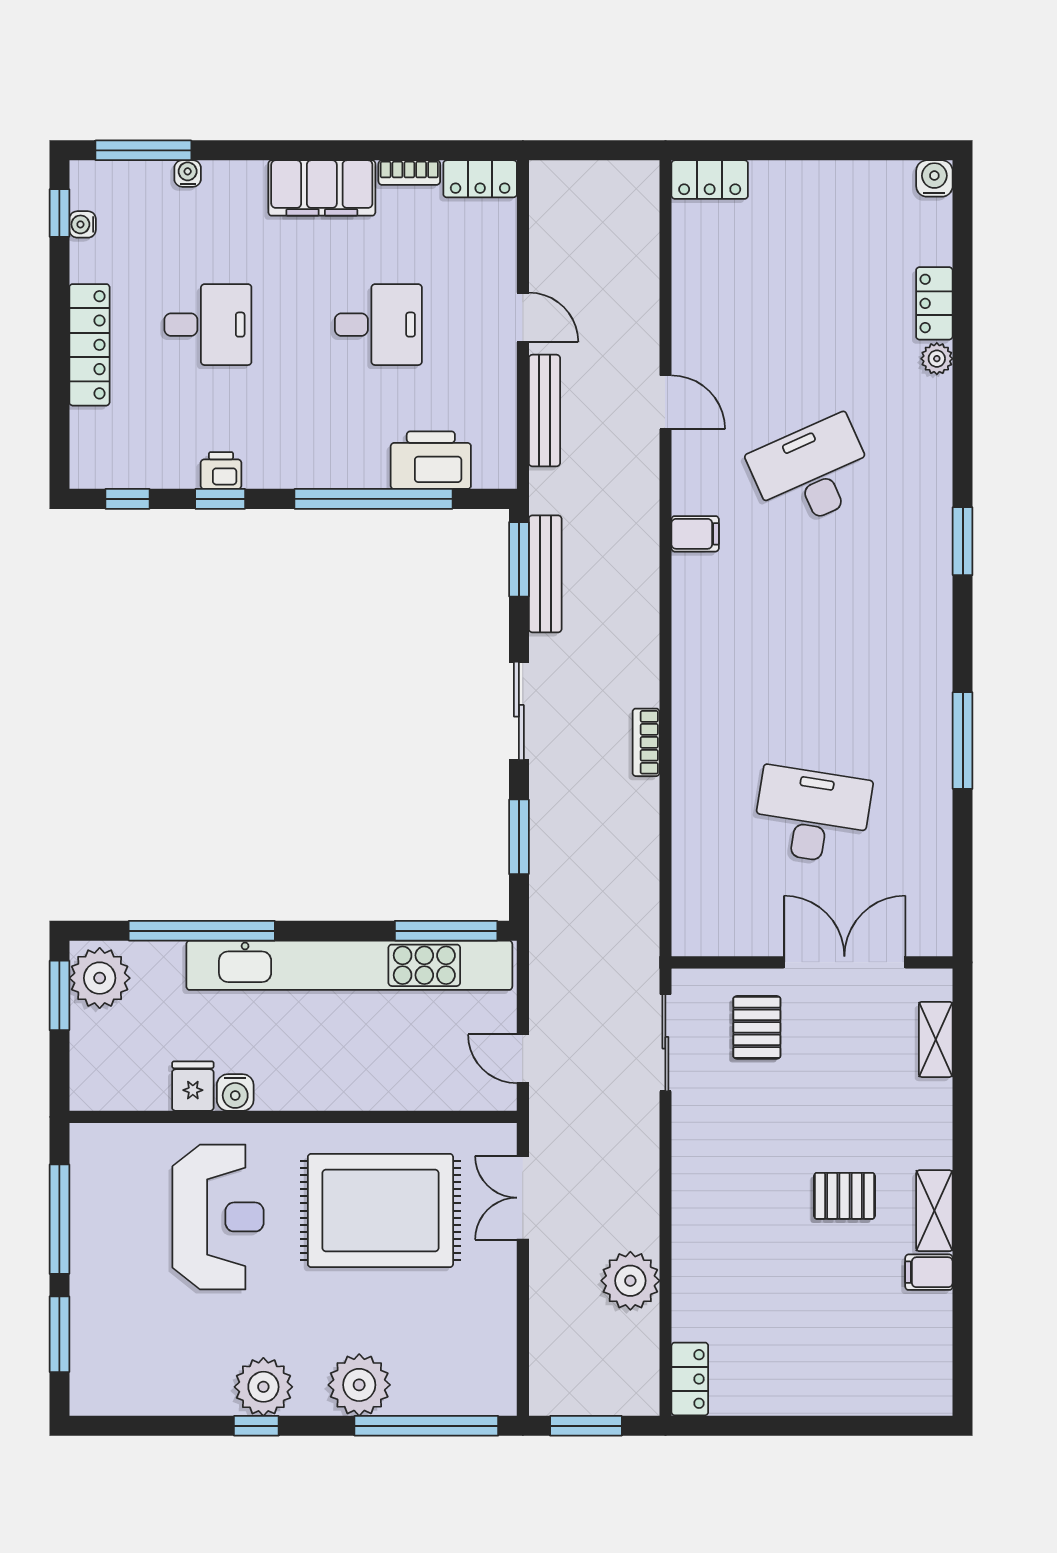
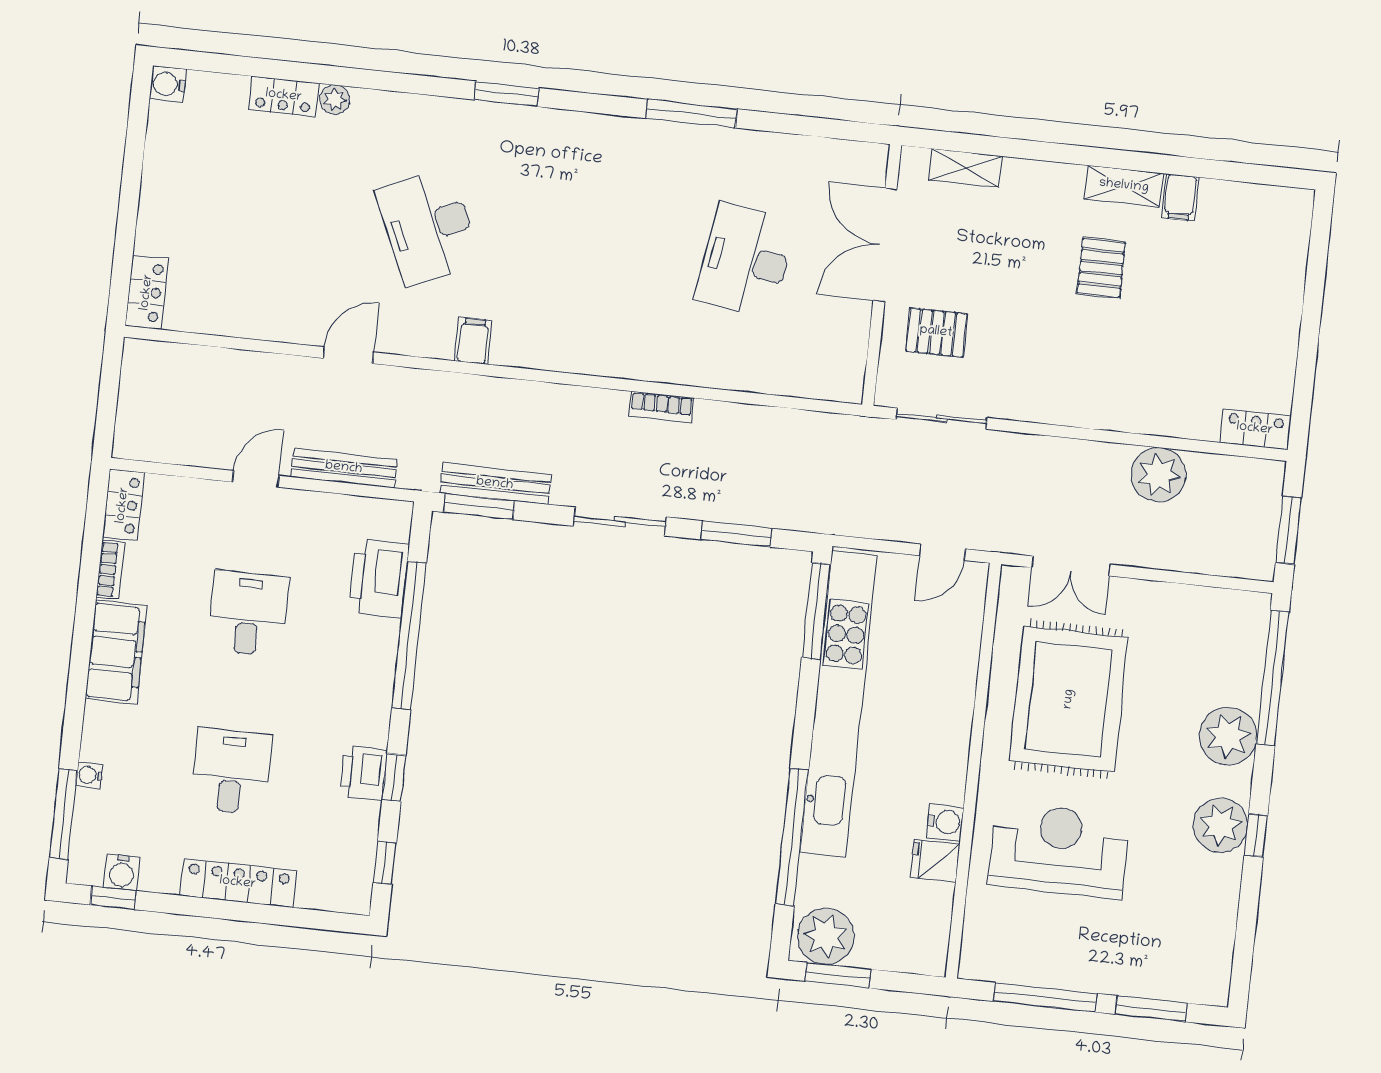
water cooler: (83, 224) -> (122, 872), width x1.38, depth x1.38
printer: (221, 470) -> (364, 773), width x1.36, depth x1.24

